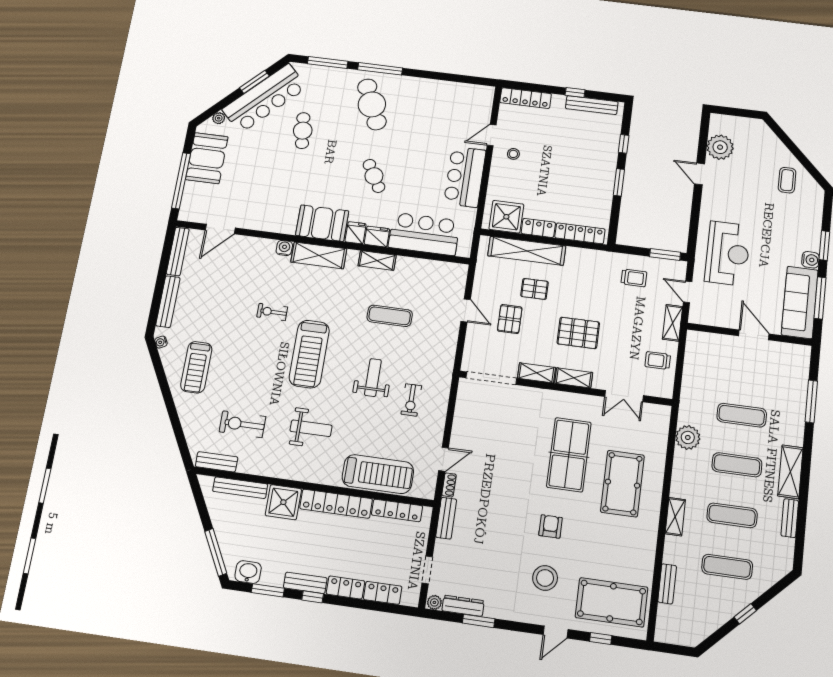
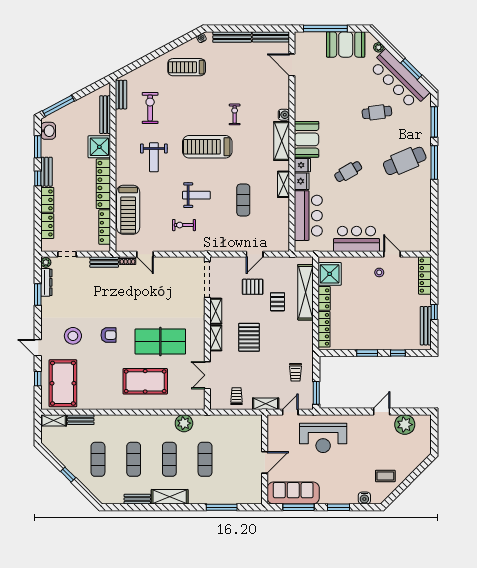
water cooler: (810, 260) -> (364, 498), moved
shelving: (675, 517) -> (54, 420), moved

